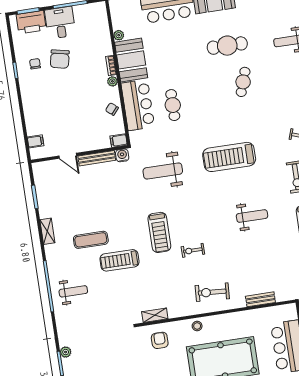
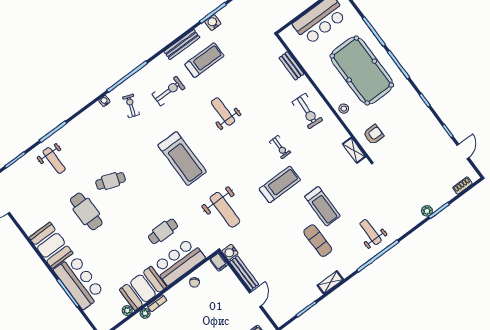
plant: (112, 81) -> (145, 313), moved
armchair: (160, 340) -> (373, 134), turned 180

